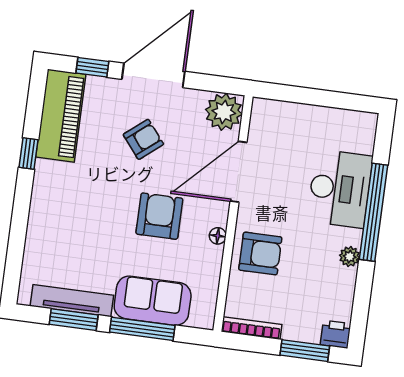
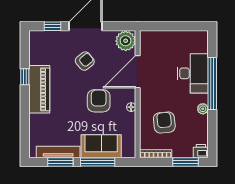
piano: (61, 116) -> (39, 89), moved
armchair: (260, 253) -> (164, 123), moved, turned -96

